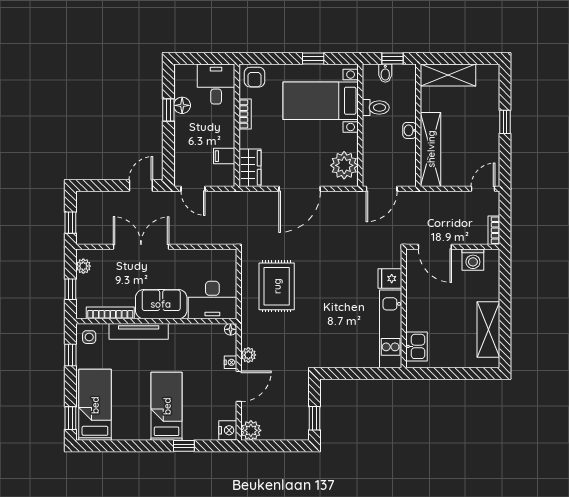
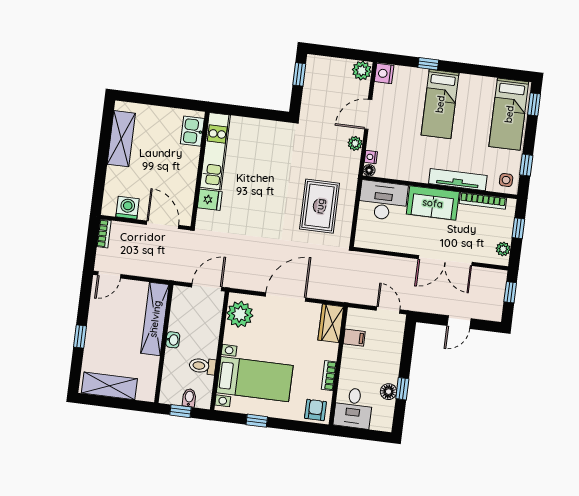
shelving: (448, 75) -> (109, 386), moved
door: (141, 185) -> (459, 322), moved
nightstand: (230, 362) -> (371, 157), moved

